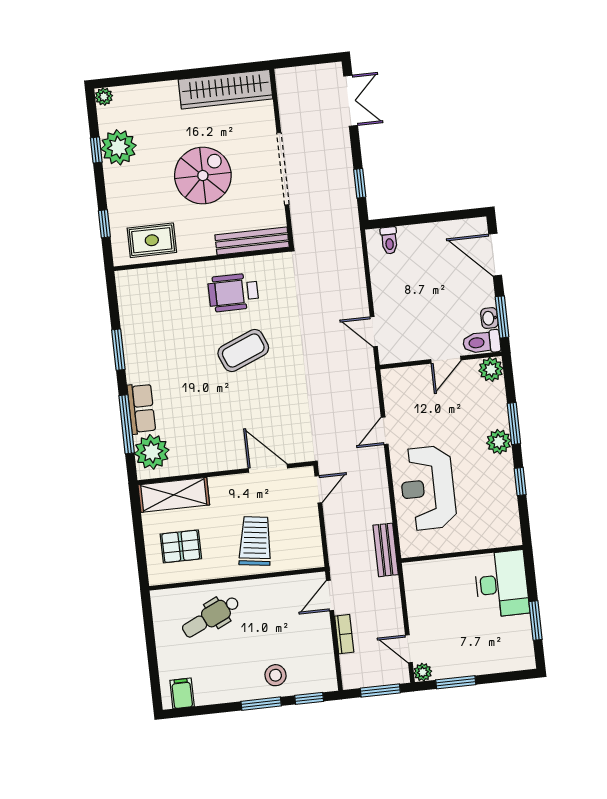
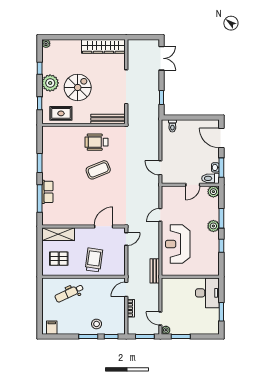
plant: (118, 147) -> (50, 83), moved
spiral stairs: (203, 176) -> (78, 87), moved
plant: (152, 452) -> (50, 213), removed
door: (268, 468) -> (104, 226), hinge flipped

